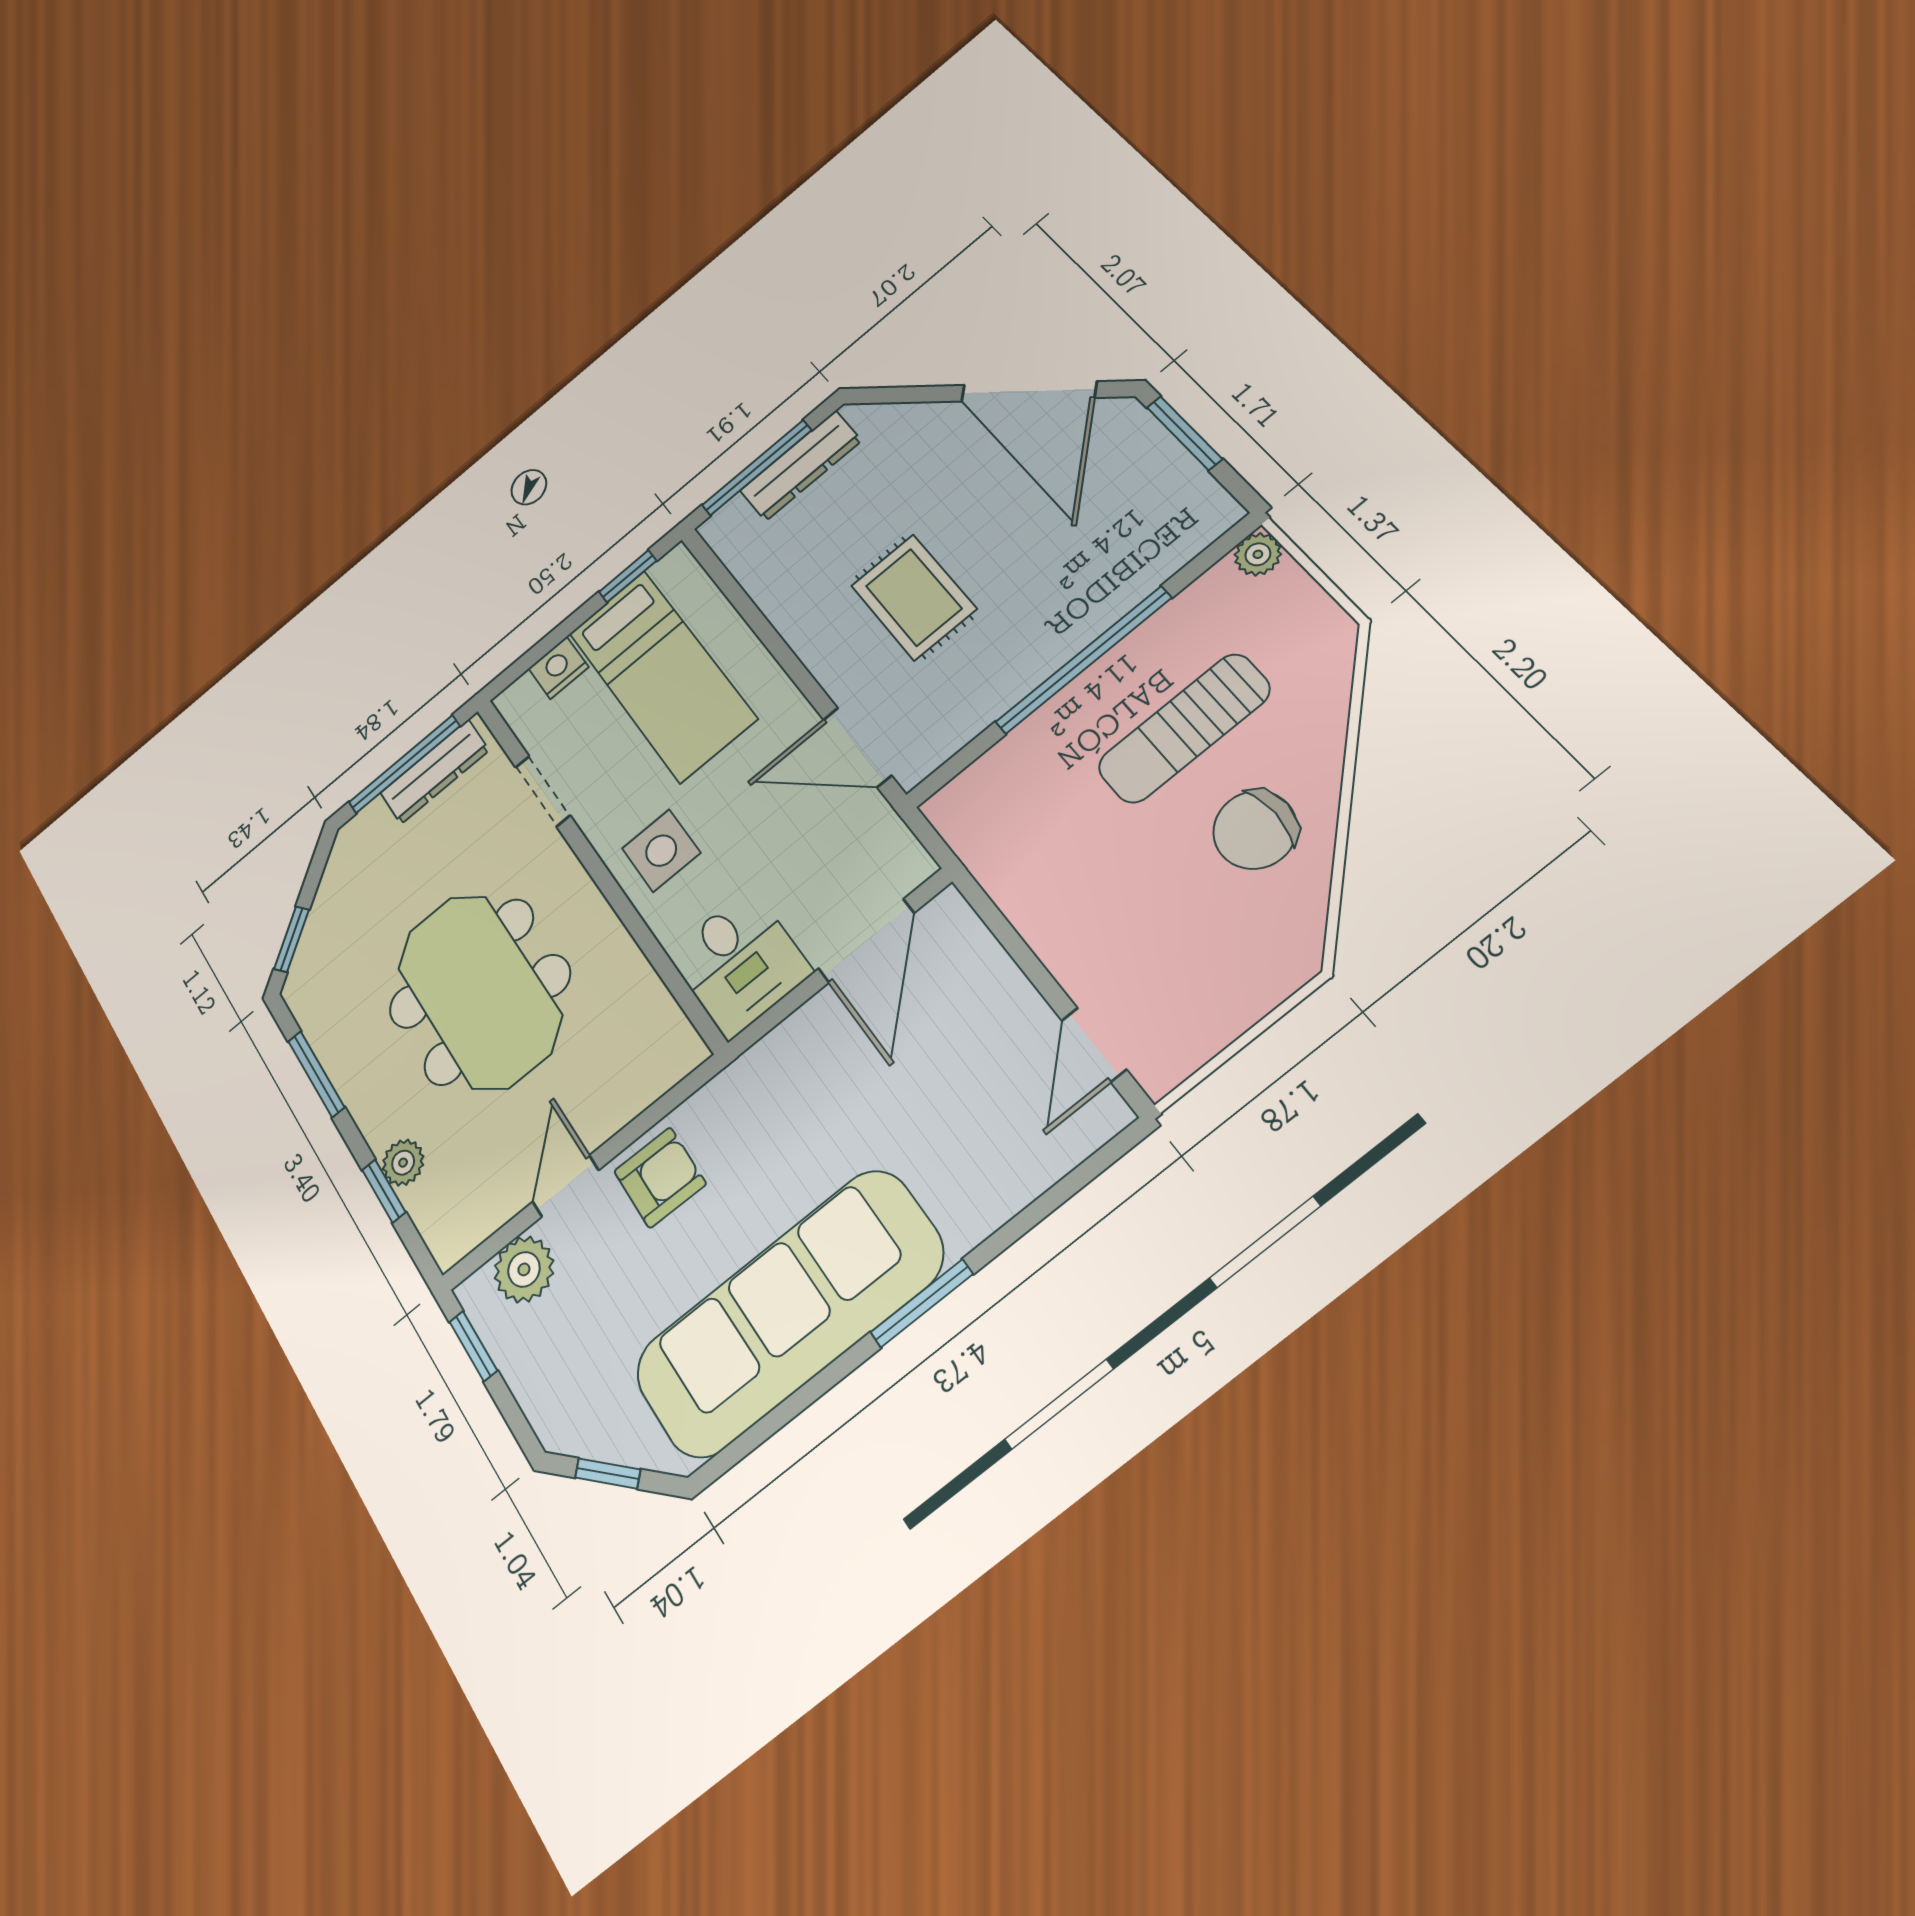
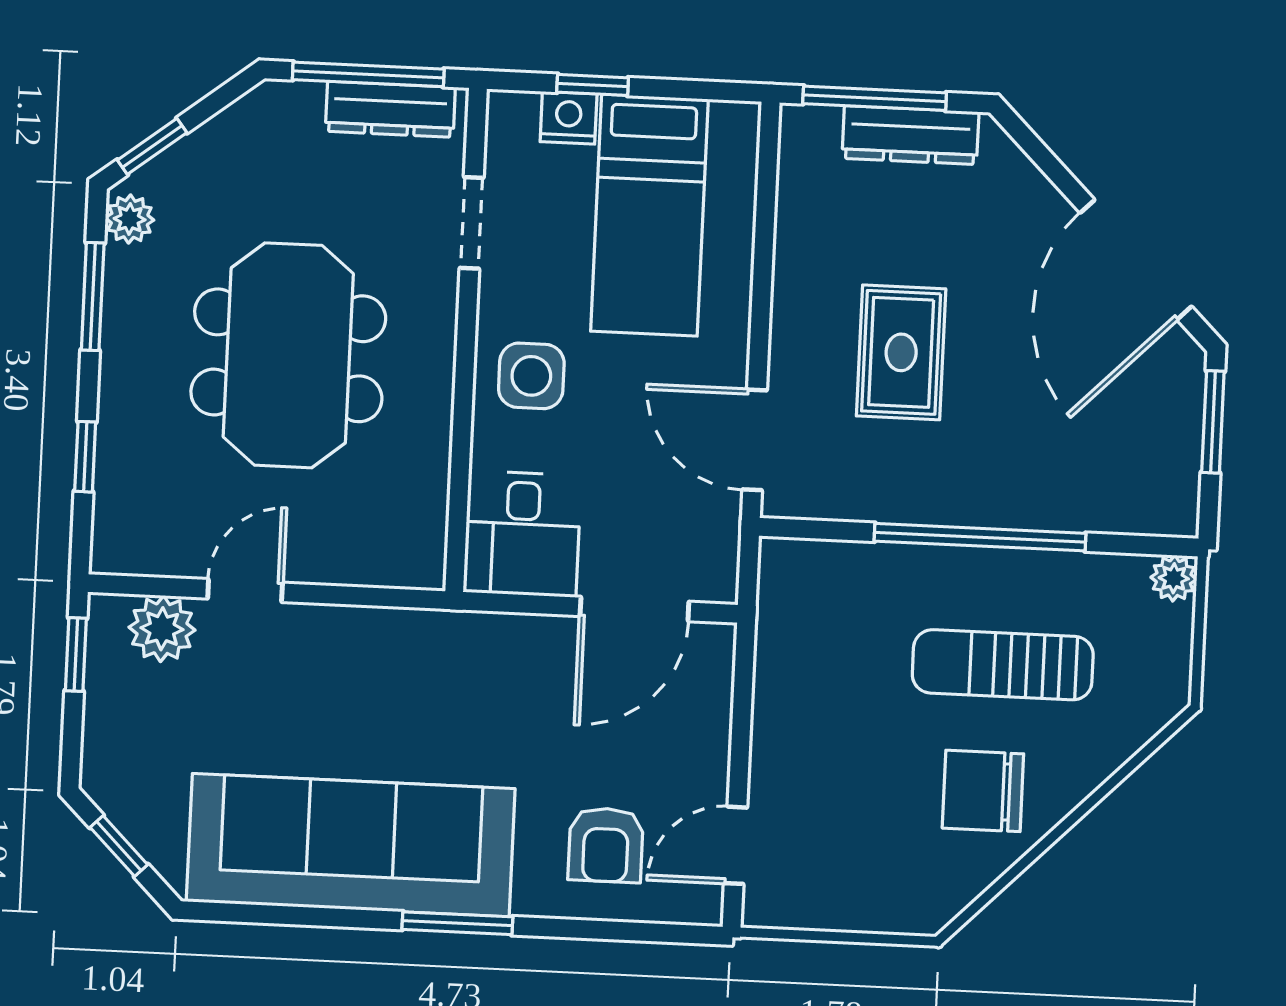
window: (628, 576) -> (593, 85), moved
plant: (403, 1163) -> (130, 219), moved
armchair: (660, 1178) -> (606, 845), moved, turned 89

